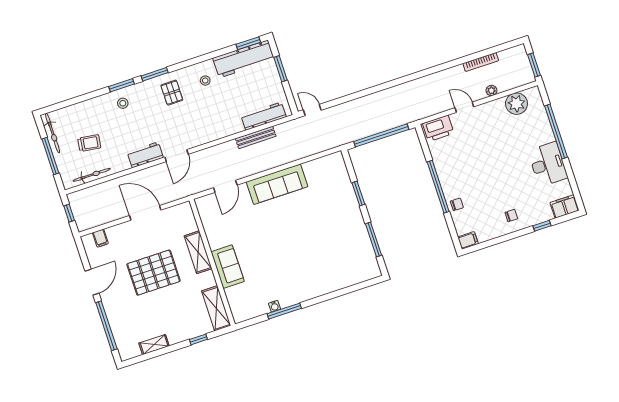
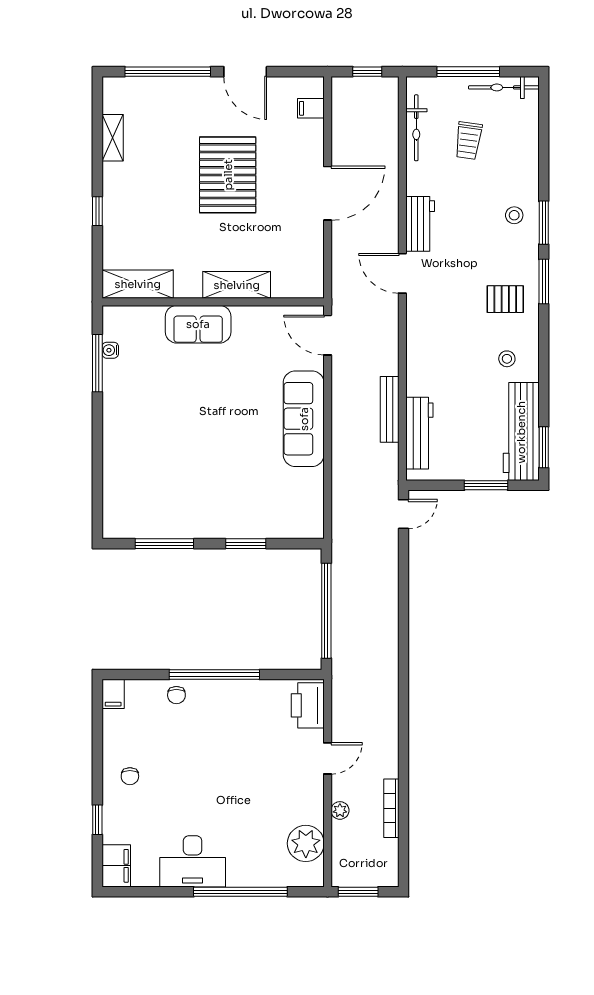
shelving: (198, 252) -> (237, 285), moved
wall: (212, 262) -> (213, 302), moved
sofa: (228, 267) -> (198, 324), moved
shelving: (216, 308) -> (138, 284), moved

